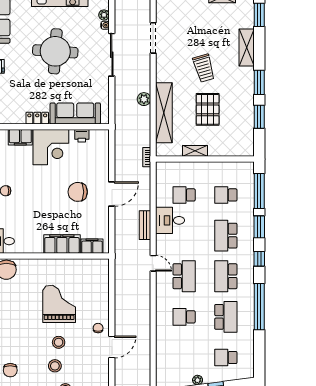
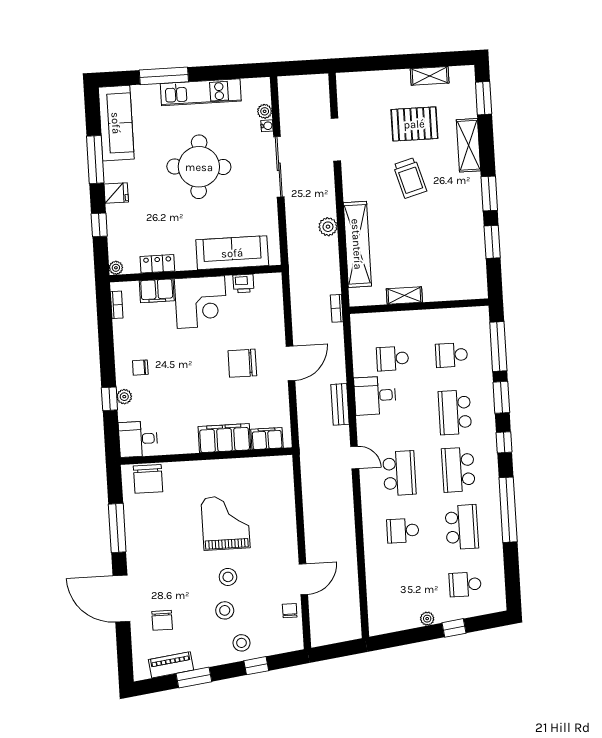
pallet: (208, 109) -> (414, 124), moved, turned 90
locker: (37, 118) -> (157, 264), moved
chair: (98, 328) -> (290, 611), moved

